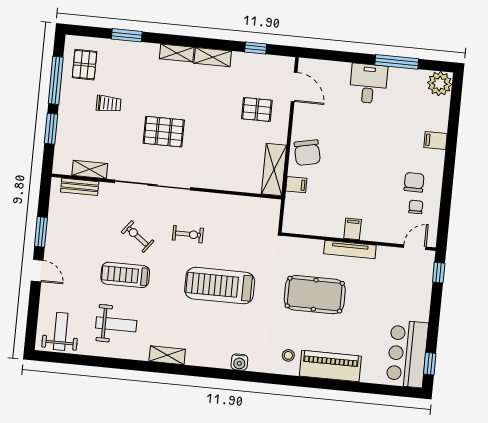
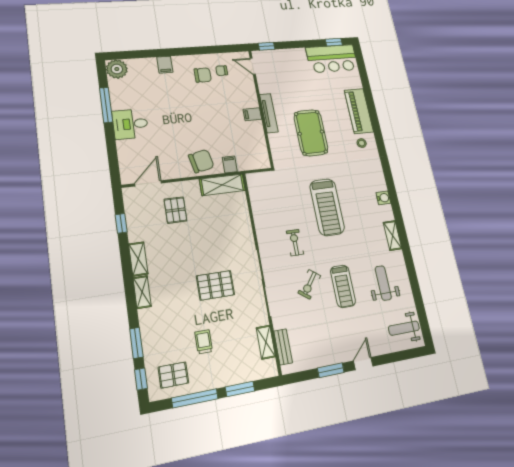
window: (90, 32) -> (141, 379), added
pallet: (164, 132) -> (215, 285), turned 90
chair: (414, 182) -> (203, 75), turned 180
water cooler: (239, 362) -> (383, 198), moved

